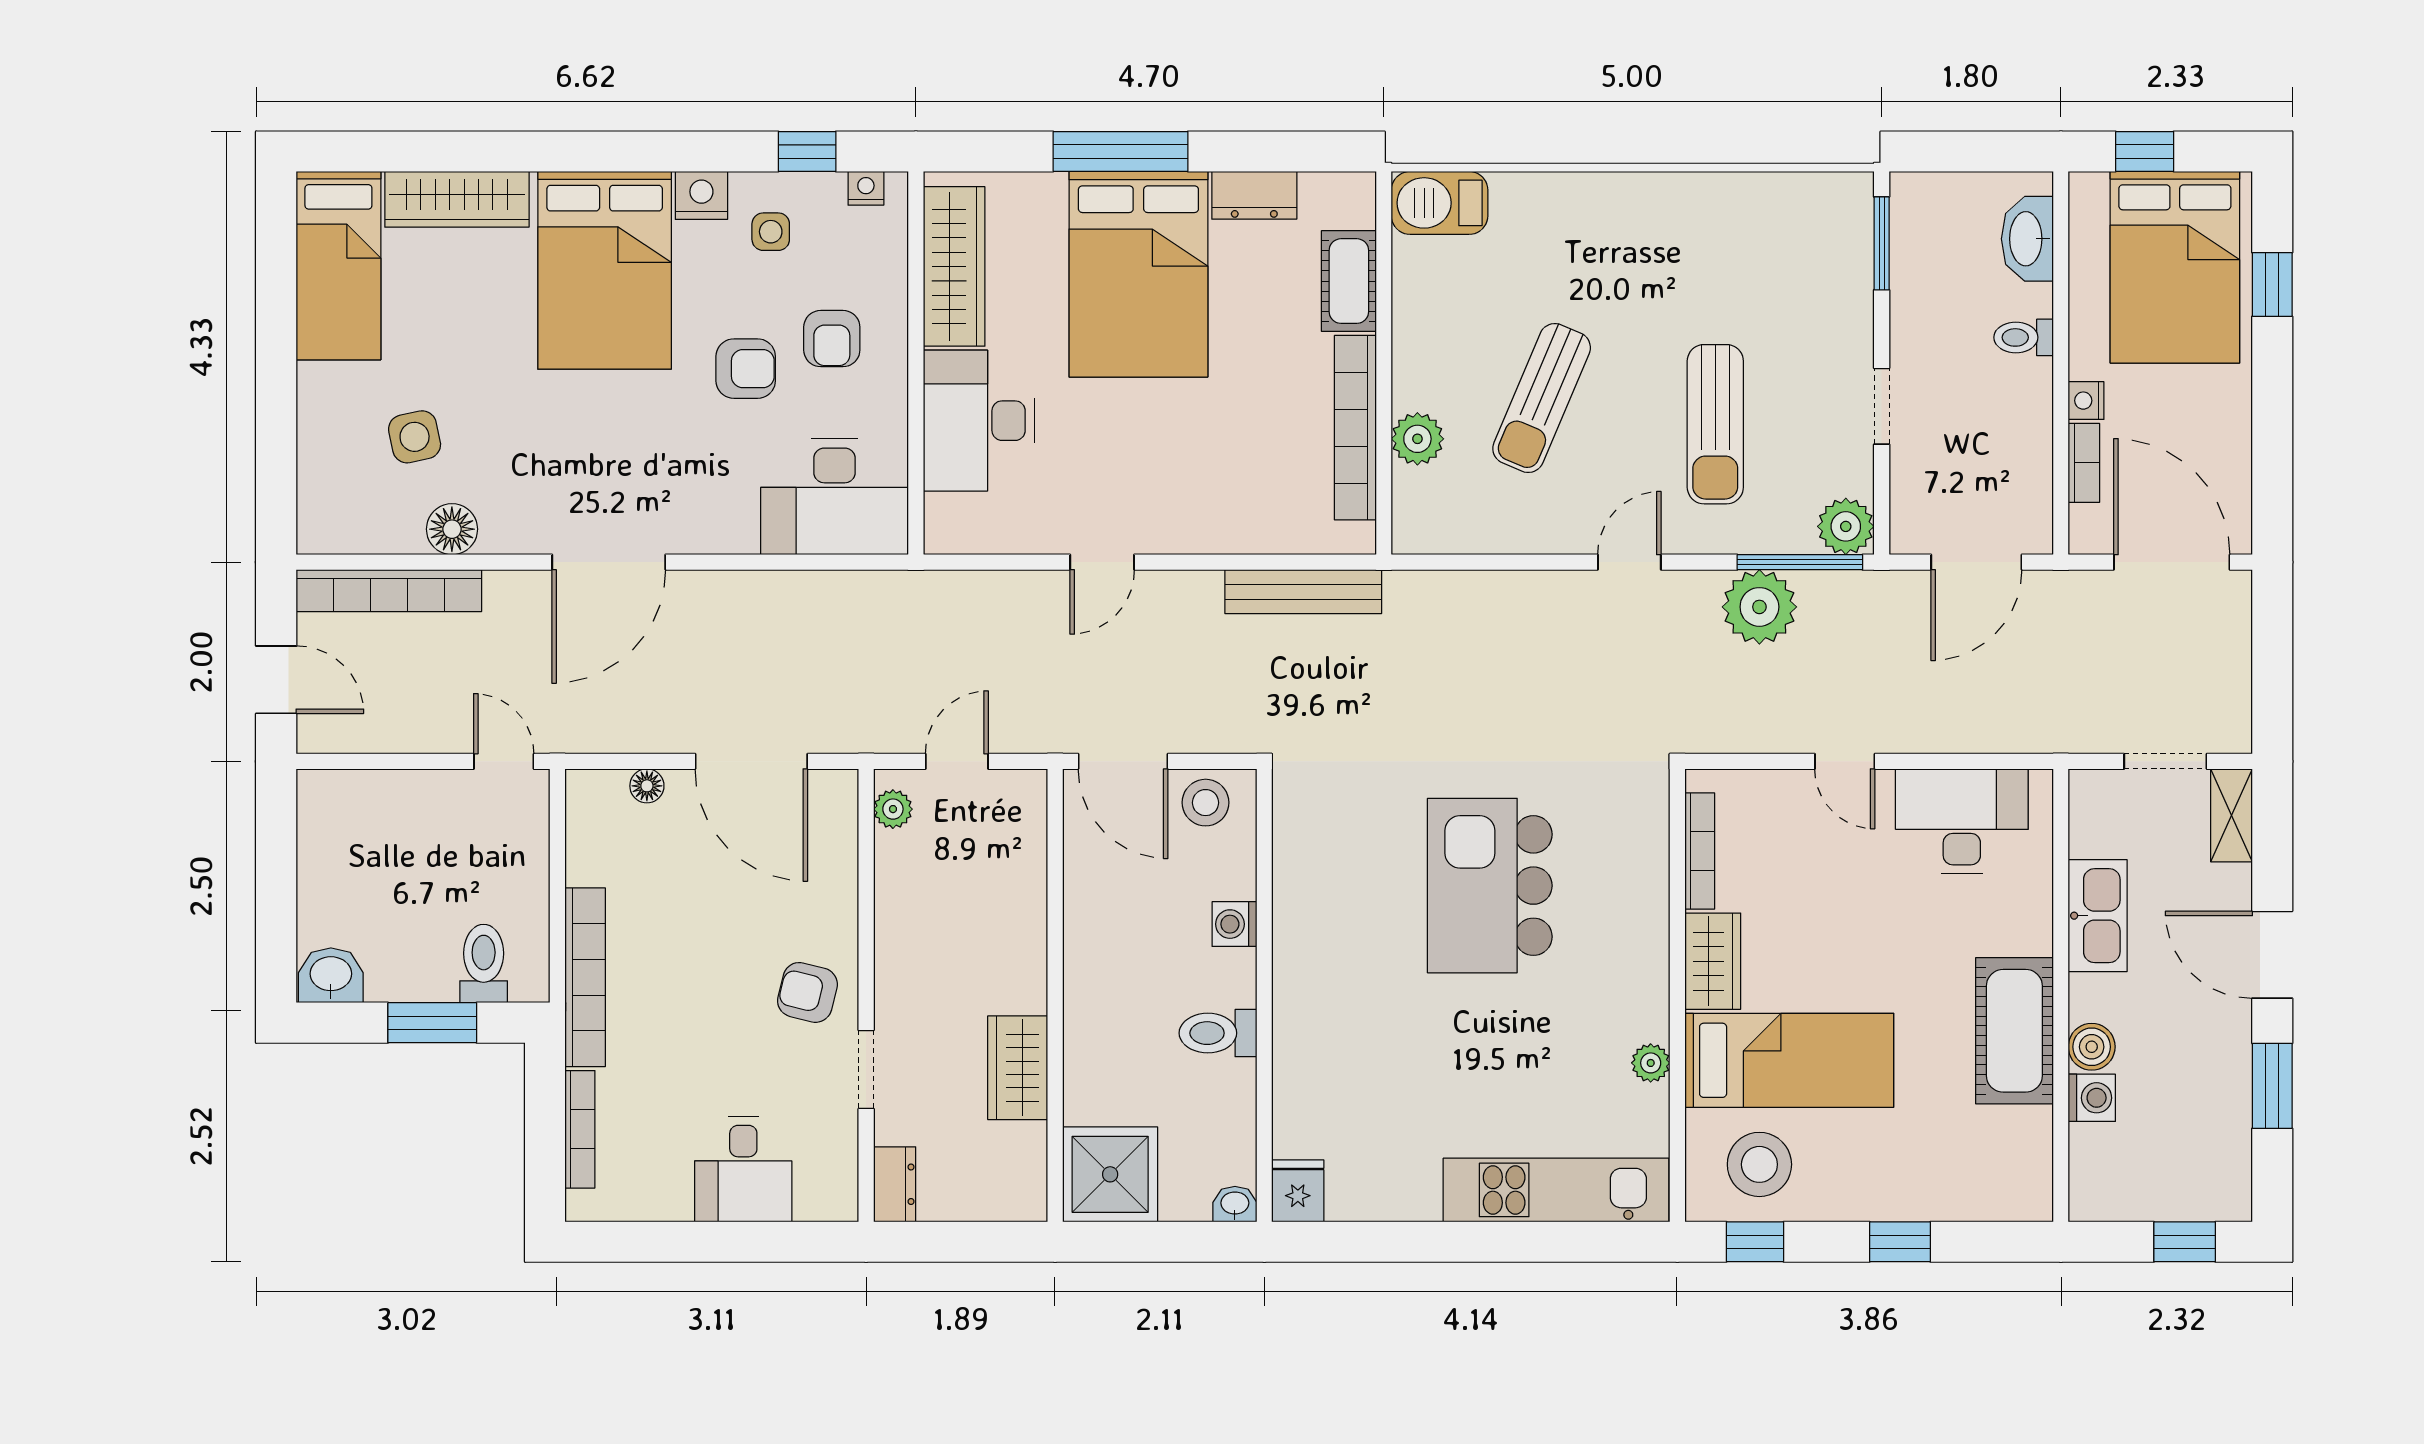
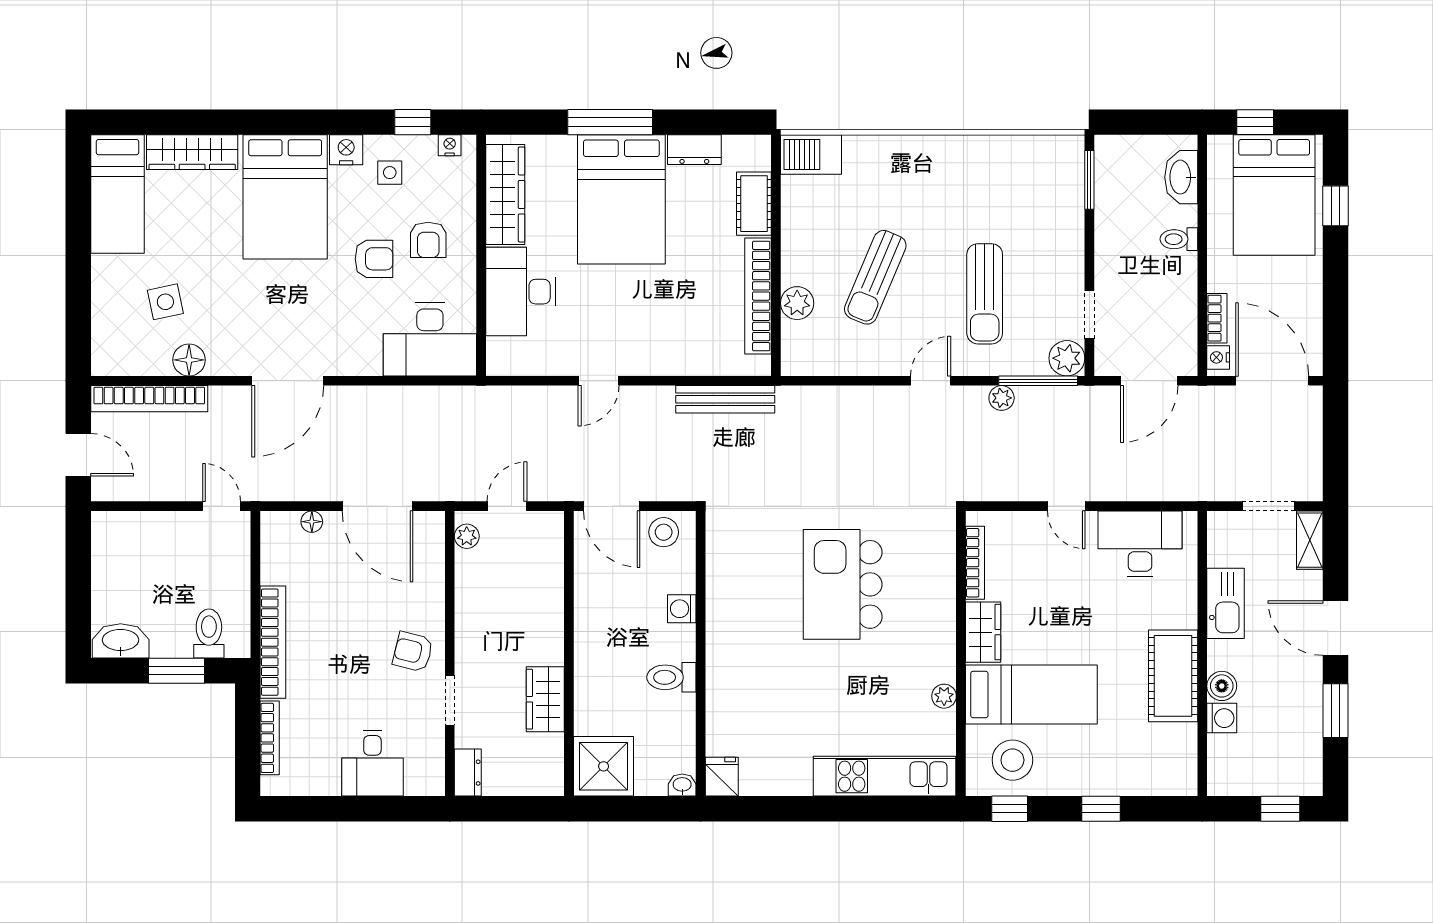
nightstand: (2086, 401) -> (1218, 357), moved
doorway: (1882, 406) -> (1089, 315), moved
plant: (1759, 607) -> (1002, 398), width x0.53, depth x0.53
washbasin: (331, 975) -> (121, 641), width x1.38

